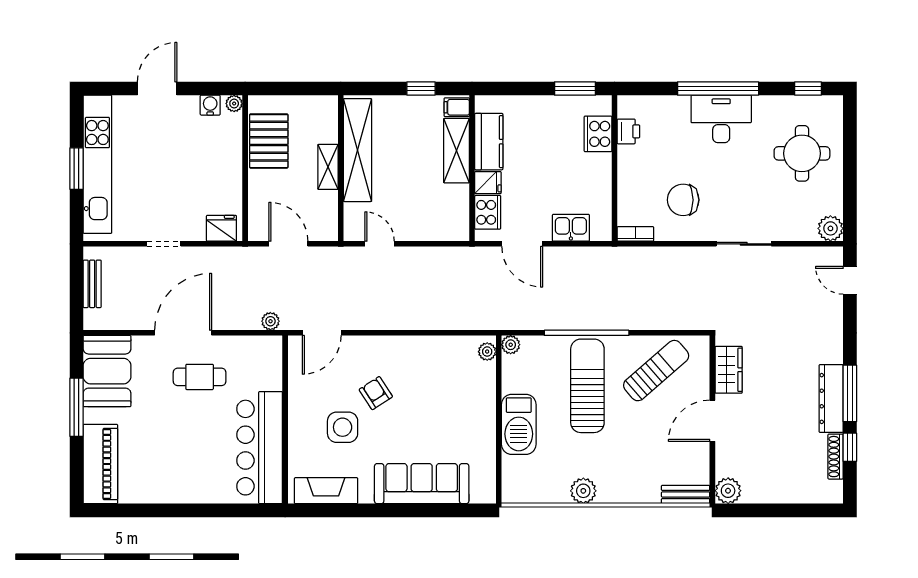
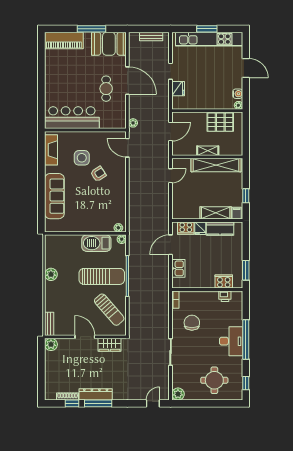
fridge: (221, 228) -> (178, 89), moved
barbecue: (519, 424) -> (96, 243), moved

